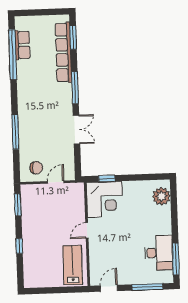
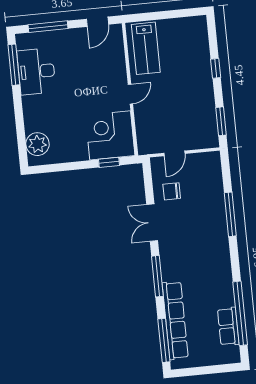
window: (73, 37) -> (164, 340), width x1.44
chair: (36, 168) -> (172, 191), moved

